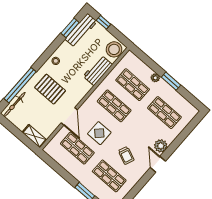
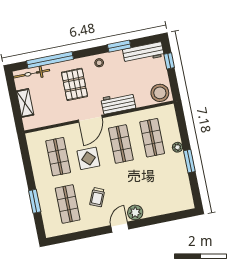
window: (70, 28) -> (119, 46), moved
workbench: (98, 70) -> (118, 103), moved
shop shelf: (164, 113) -> (162, 185), removed
door: (69, 116) -> (90, 119), moved
shelving: (34, 136) -> (25, 103), moved

